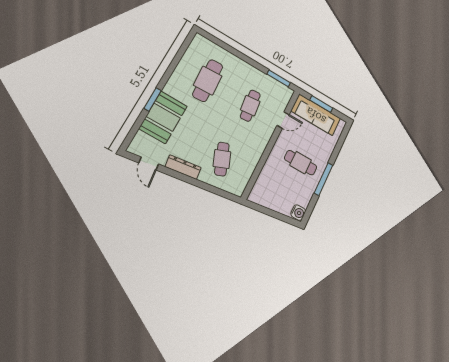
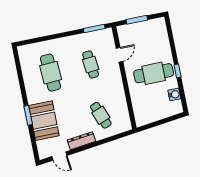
sofa: (316, 115) -> (139, 31), removed
cafe table: (301, 163) -> (154, 73), width x1.37, depth x1.35
window: (324, 179) -> (178, 71), width x0.46
water cooler: (298, 213) -> (174, 94), moved

